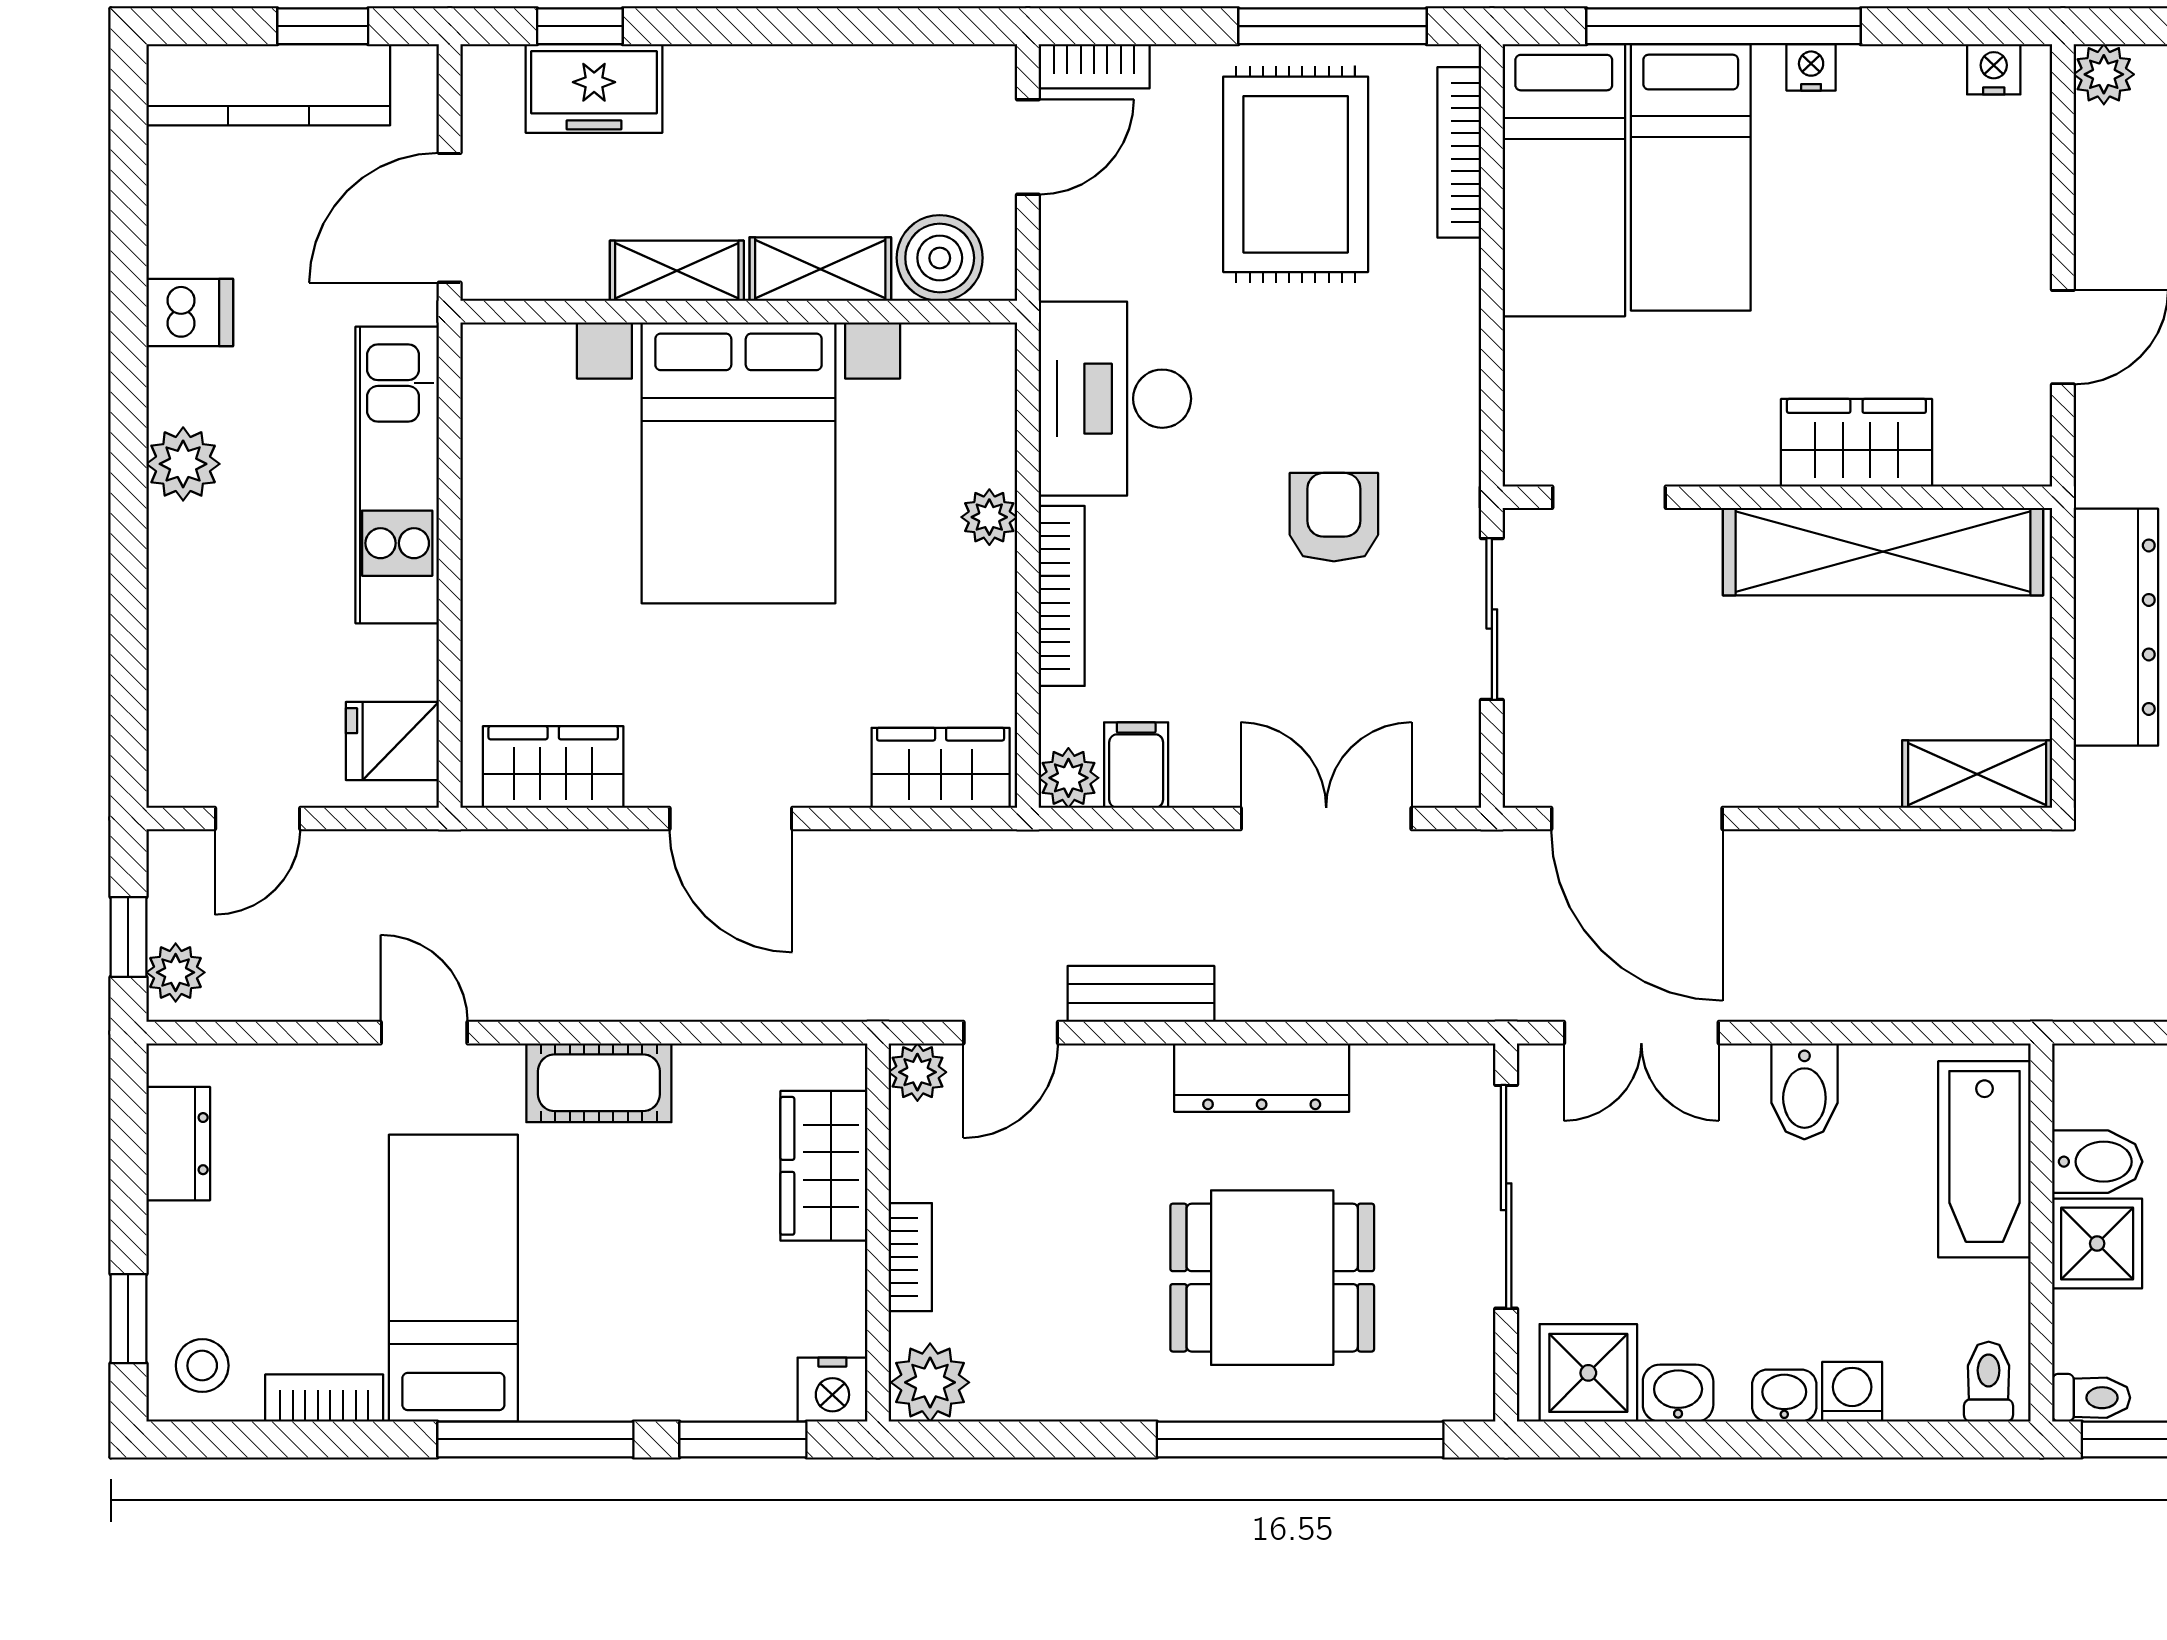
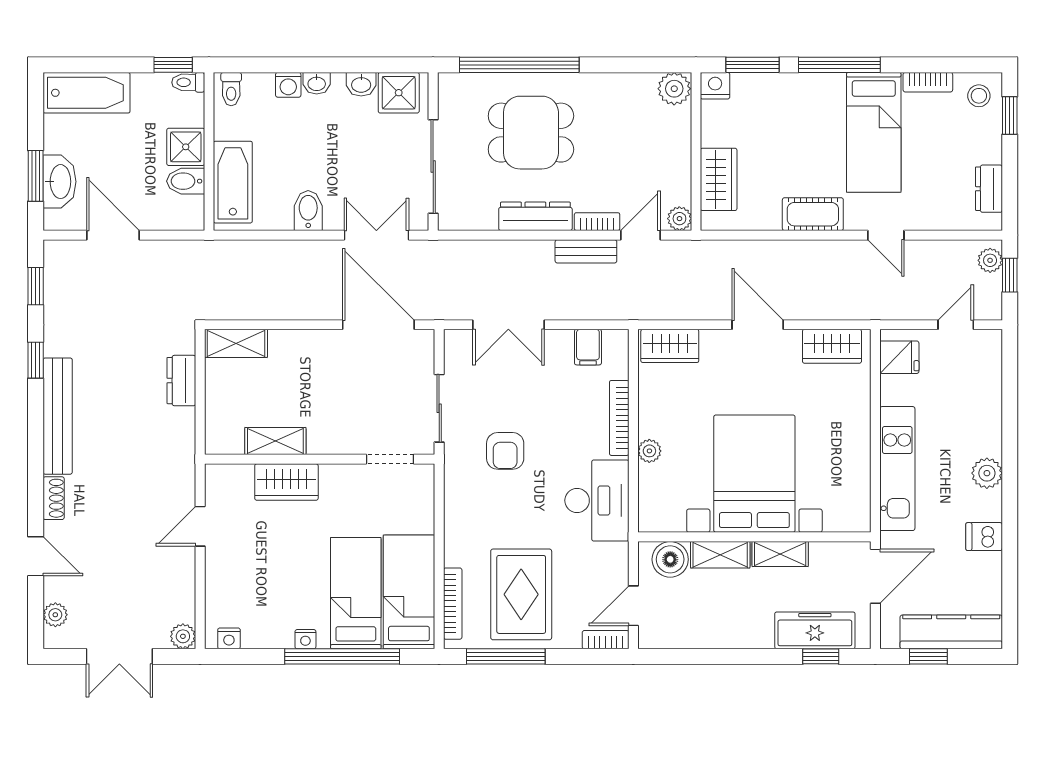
freezer: (594, 88) -> (815, 630), width x1.40
shelving: (1883, 552) -> (275, 441), width x0.45, depth x0.75
dresser: (2116, 627) -> (181, 381), width x0.51, depth x0.80
plant: (1068, 778) -> (616, 342), removed
bookcase: (910, 1257) -> (597, 222), moved, turned 90

